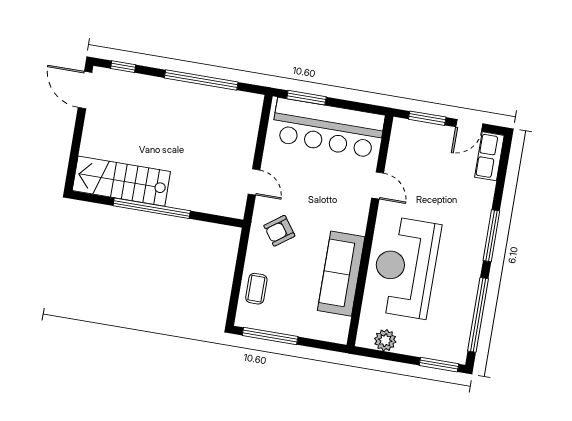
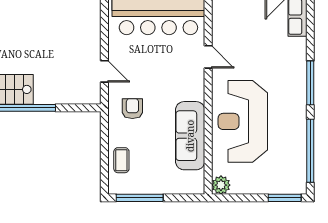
armchair: (279, 231) -> (132, 109), turned 126
plant: (385, 340) -> (221, 185), moved

